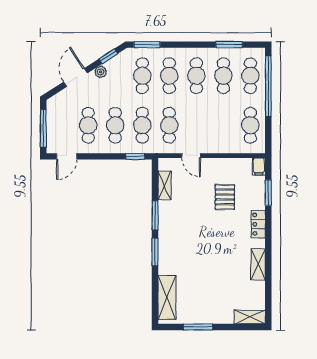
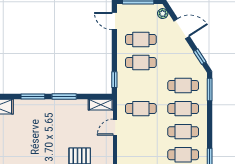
plant: (101, 72) -> (163, 14), moved
cafe table: (142, 125) -> (141, 86), removed
shelving: (165, 185) -> (101, 105), moved

